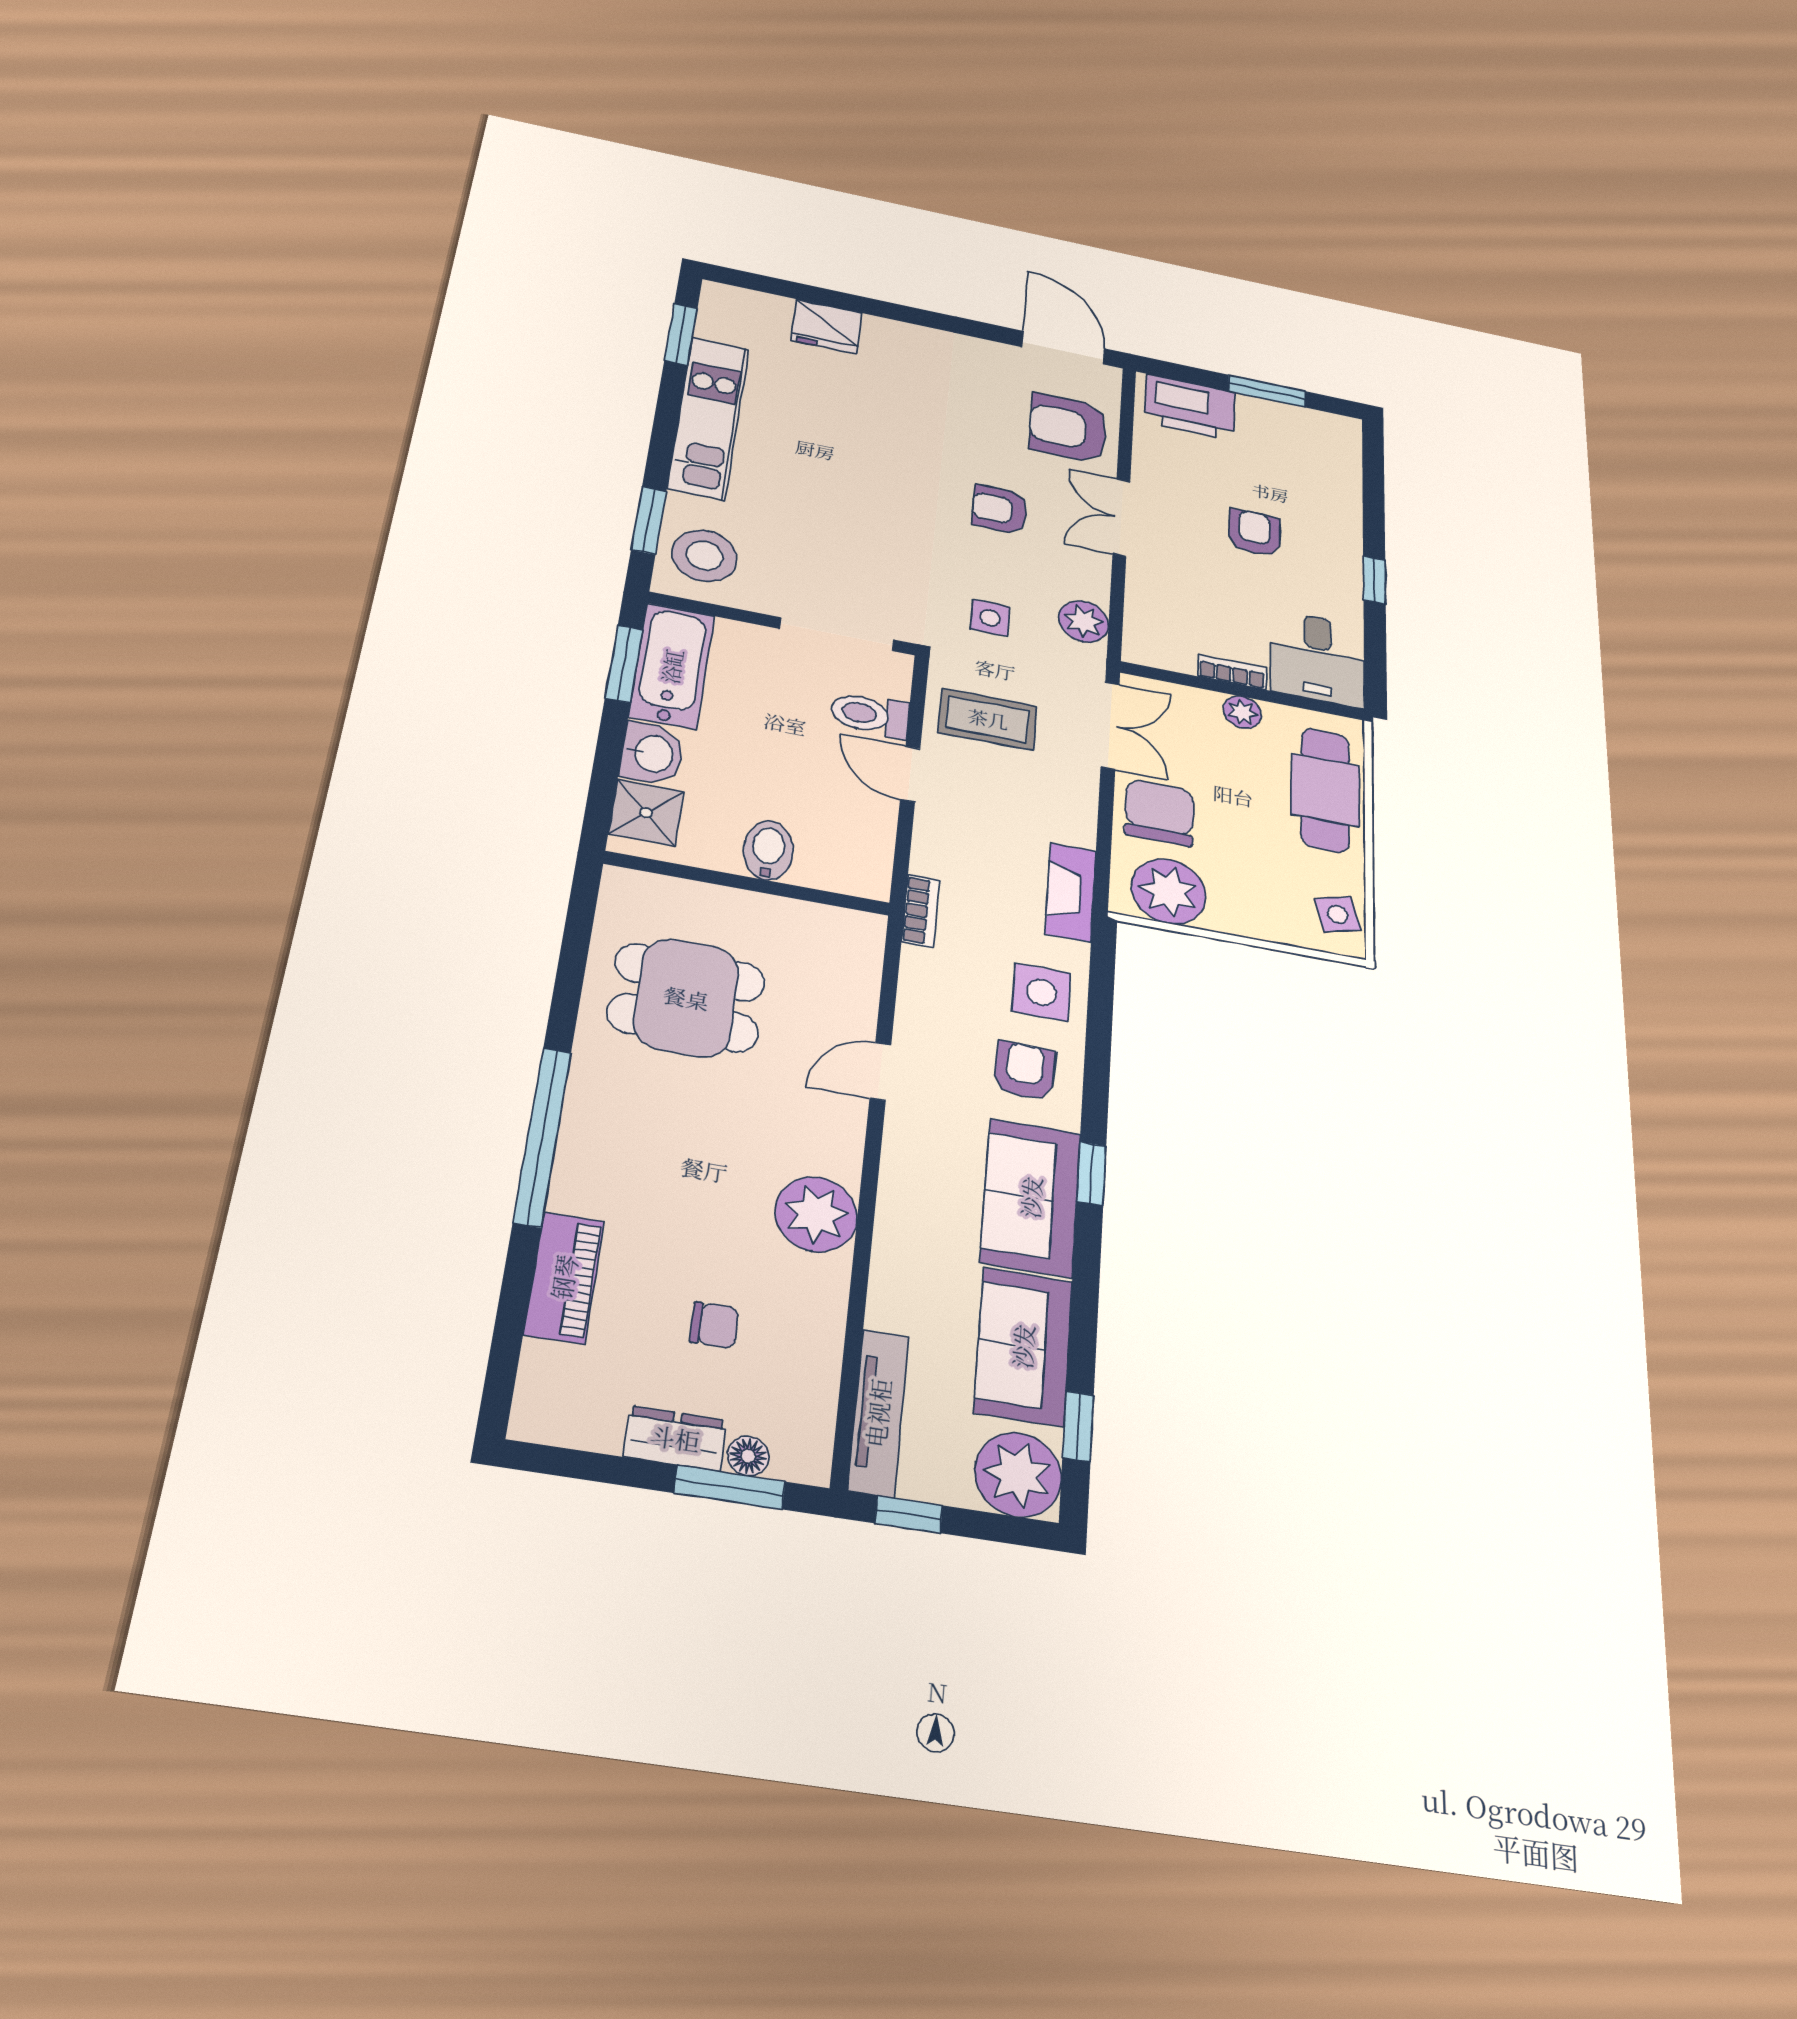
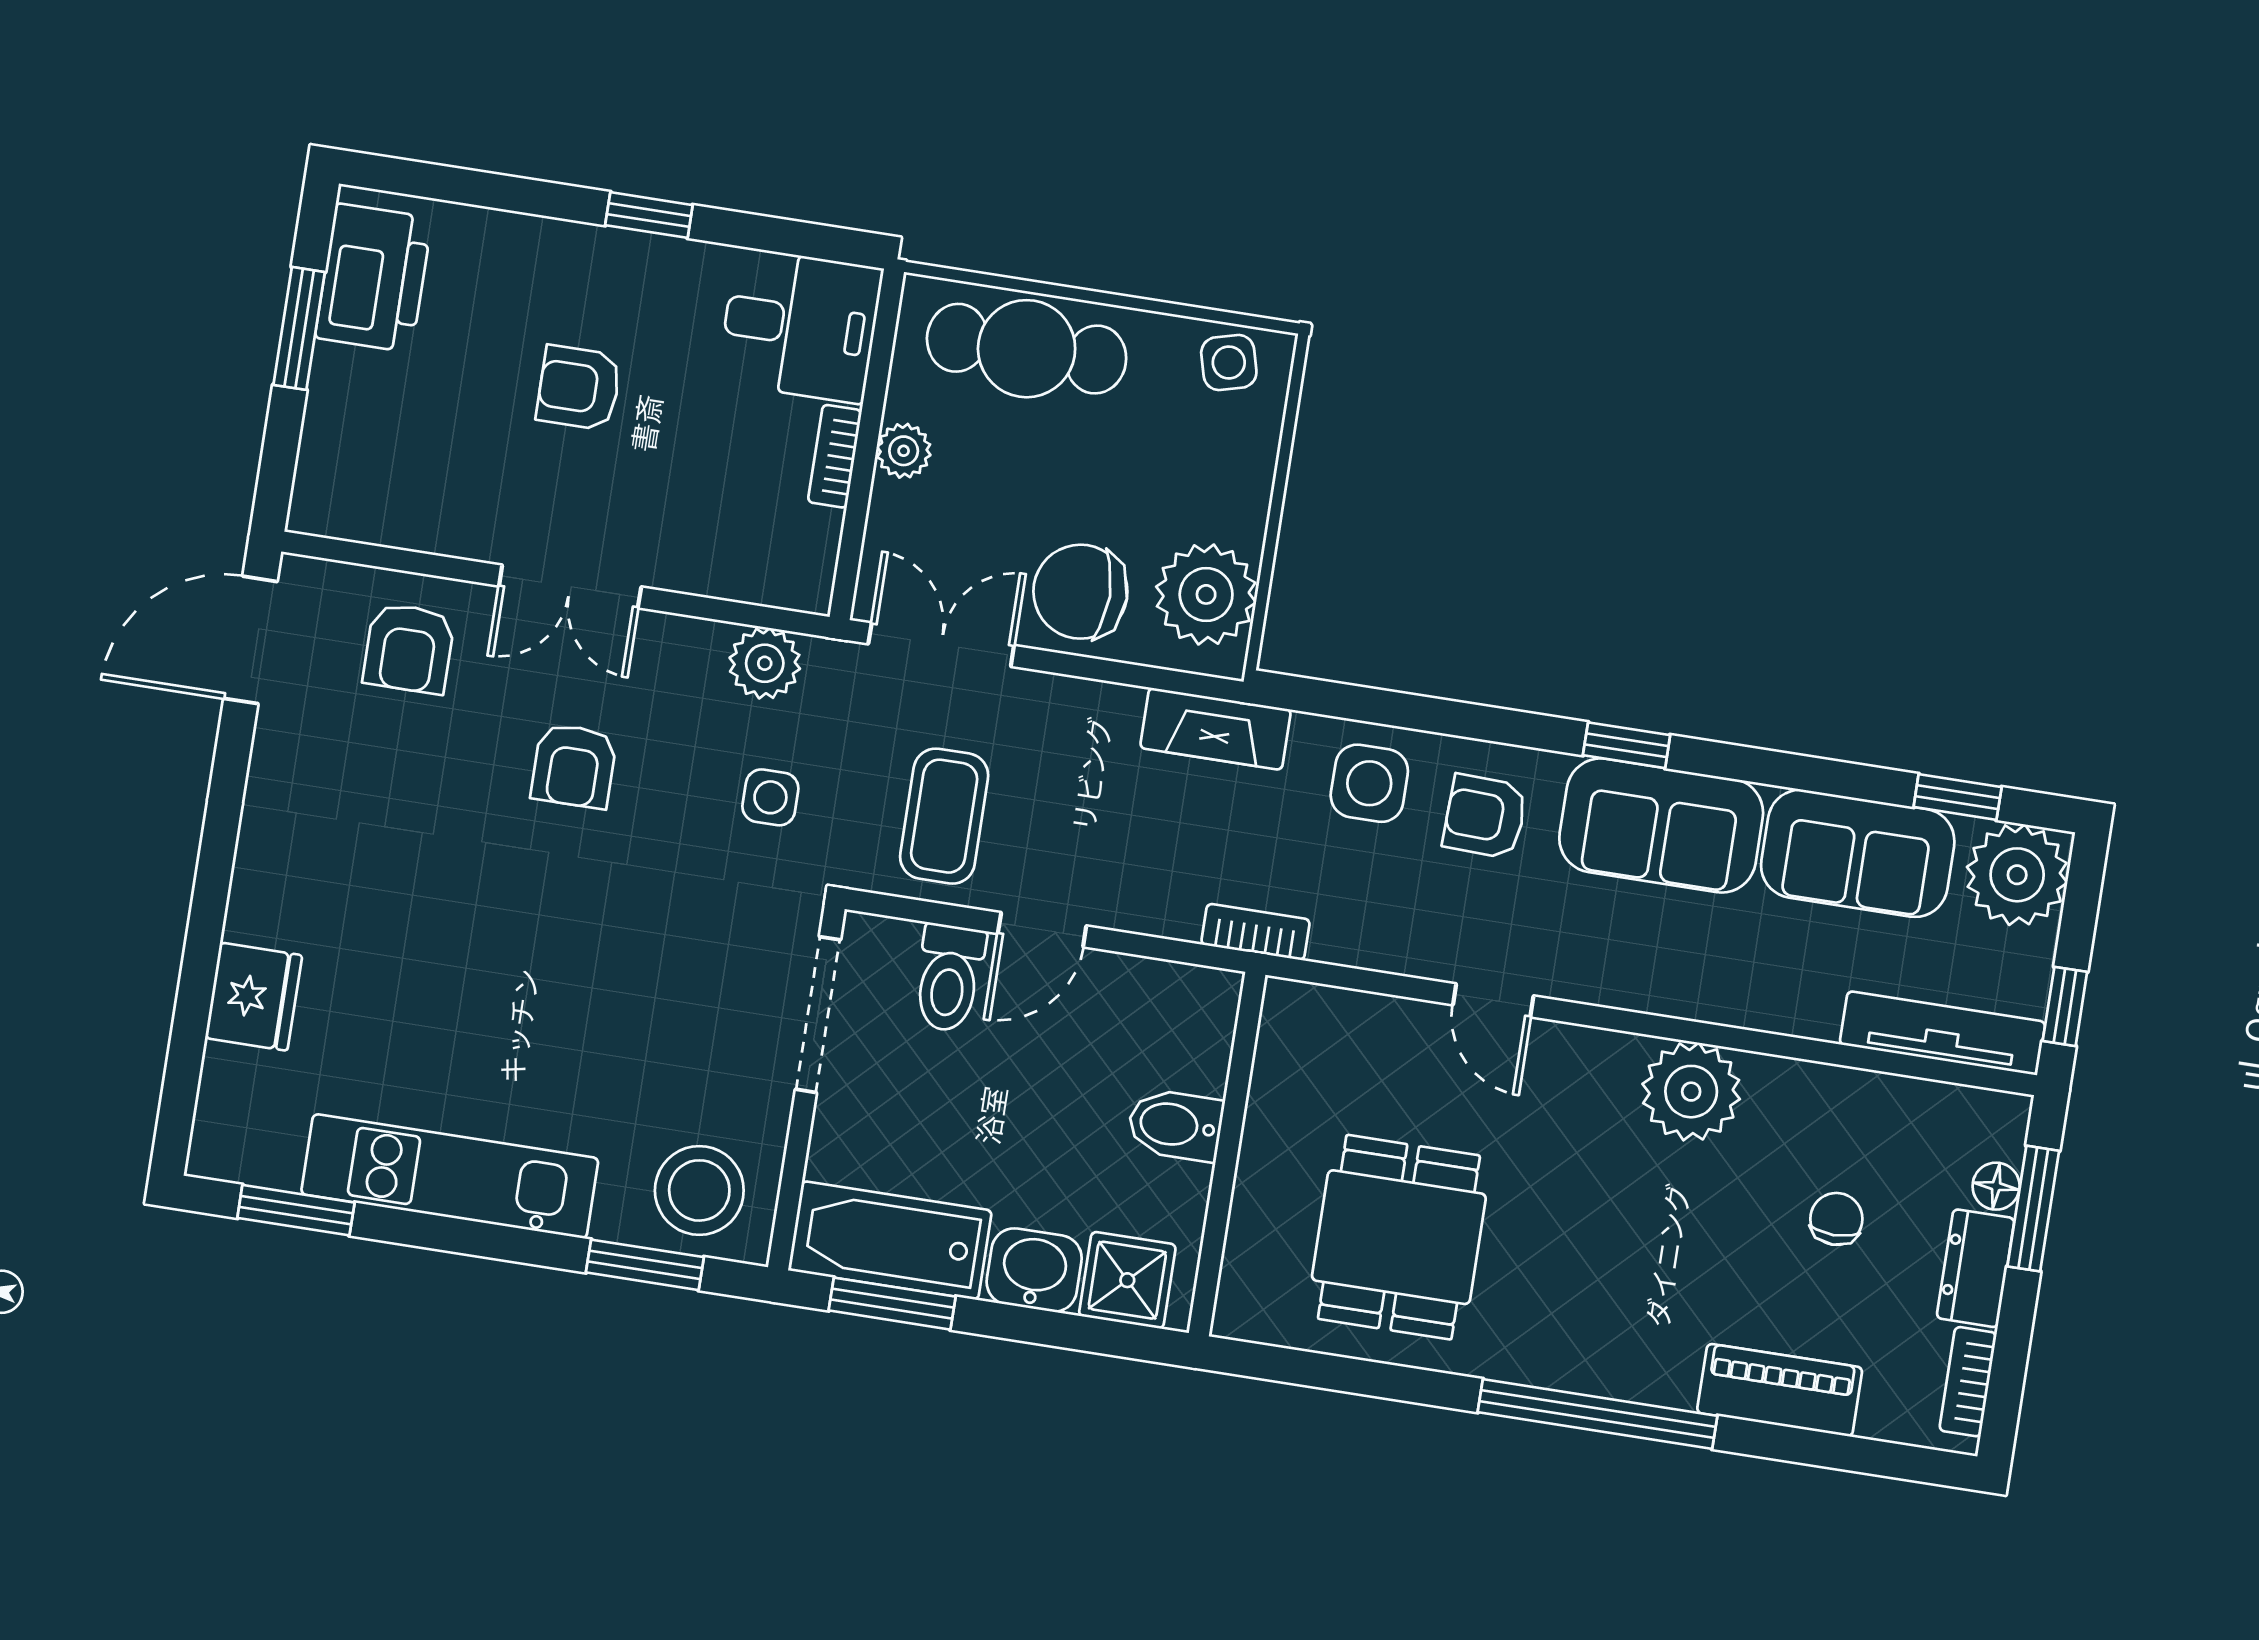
printer: (1190, 407) -> (374, 278), moved
armchair: (1068, 428) -> (409, 648), width x0.72, depth x0.72
bookcase: (573, 1431) -> (1968, 1382), added

